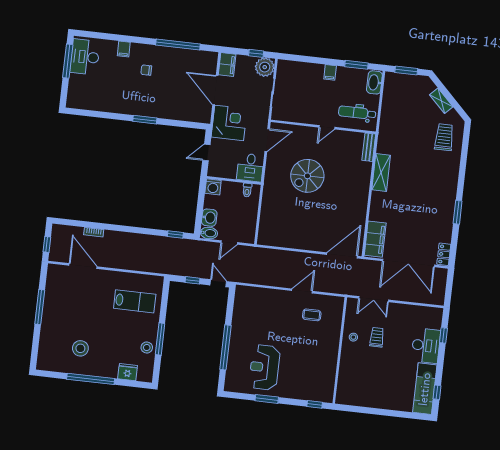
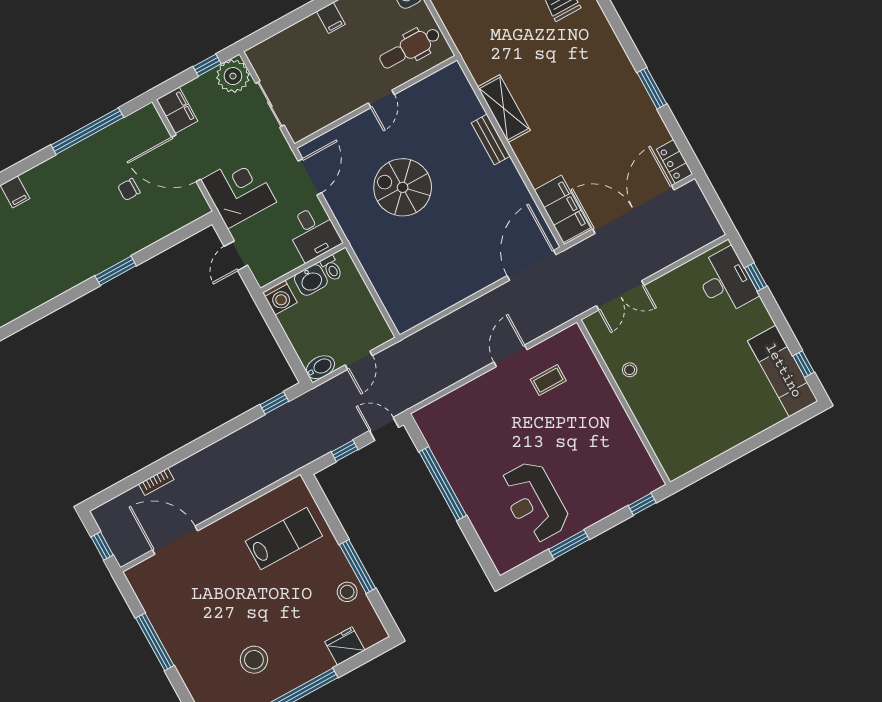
chair: (146, 70) -> (129, 189), moved
bench: (369, 147) -> (491, 140), moved
spiral stairs: (307, 176) -> (403, 187), turned 90
washbasin: (209, 218) -> (311, 280), moved, turned 90
double door: (409, 263) -> (633, 209), swing flipped
trolley: (377, 337) -> (663, 346), removed
desk: (426, 346) -> (726, 281), moved
window: (225, 347) -> (443, 484), moved

